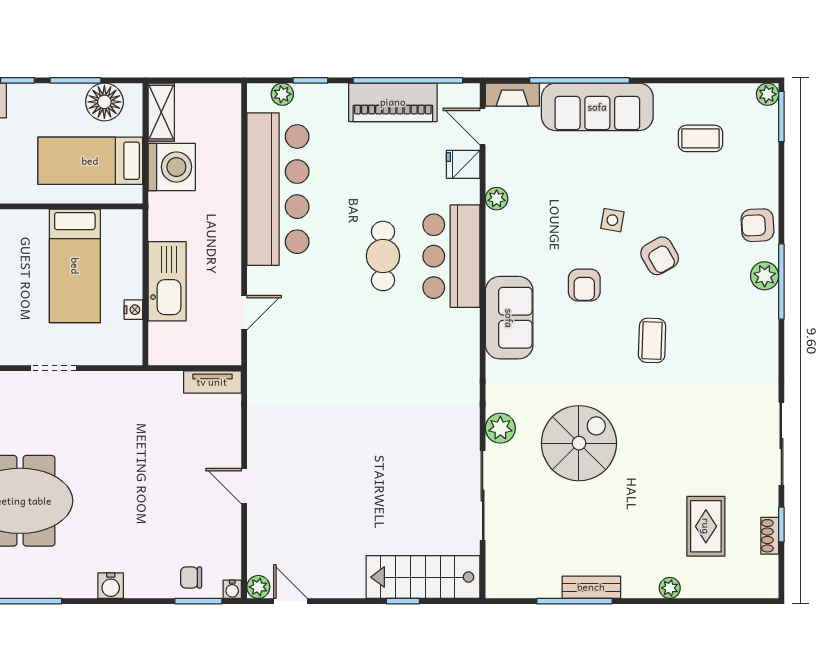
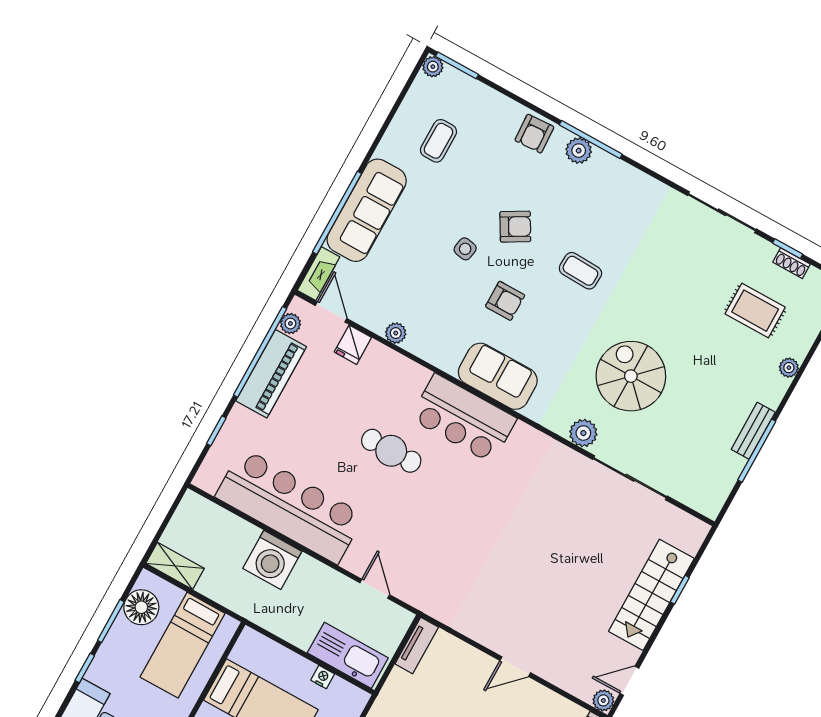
plant: (282, 94) -> (290, 324), moved
door: (483, 127) -> (331, 312), swing flipped
washing machine: (172, 167) -> (272, 560), moved, turned 180
bar counter: (451, 256) -> (463, 418), moved
kitchen sink: (167, 281) -> (348, 655), moved
stairs: (423, 577) -> (651, 595), moved

